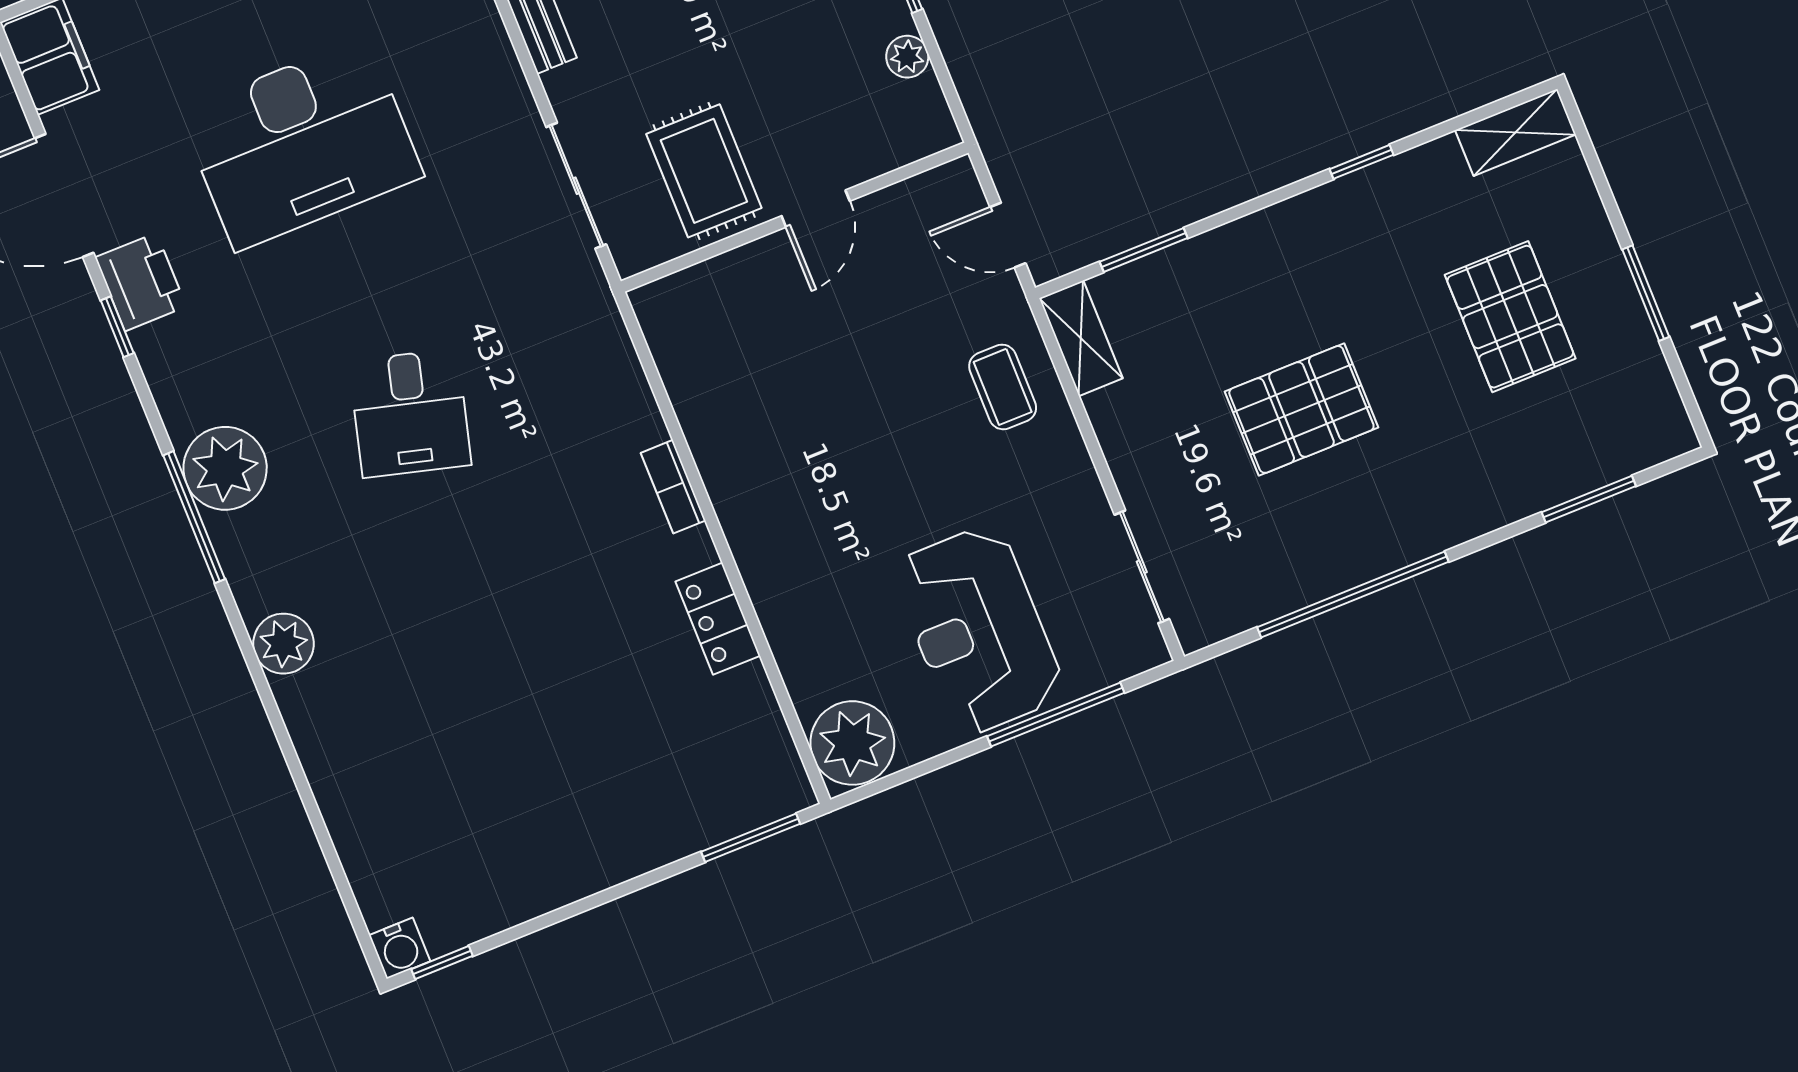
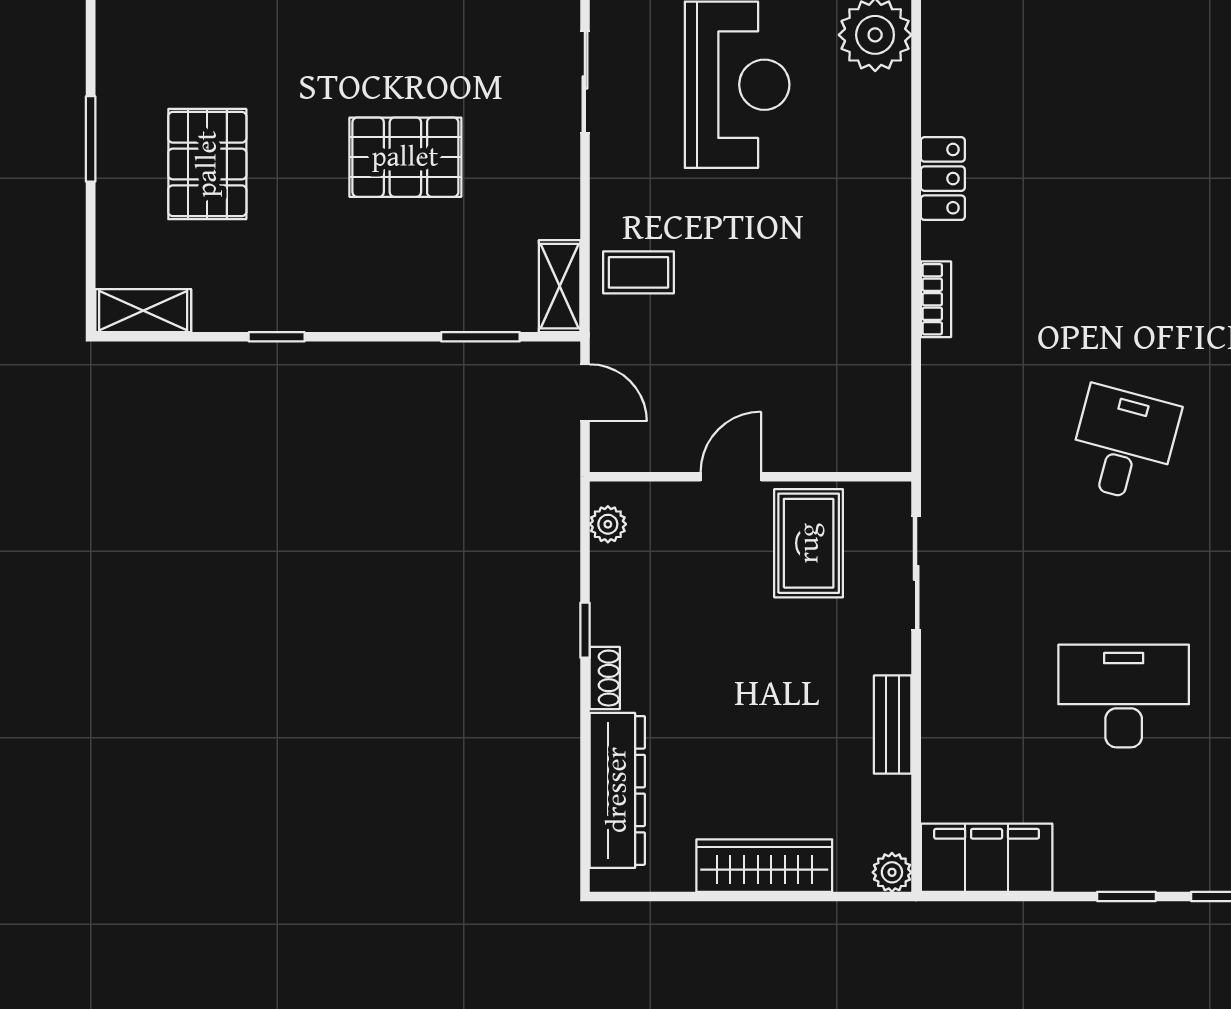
plant: (907, 57) -> (608, 524), moved
desk: (301, 144) -> (1124, 696), width x0.73, depth x0.77
coffee table: (1003, 387) -> (638, 272), turned 90

